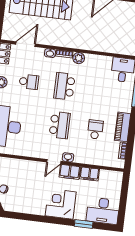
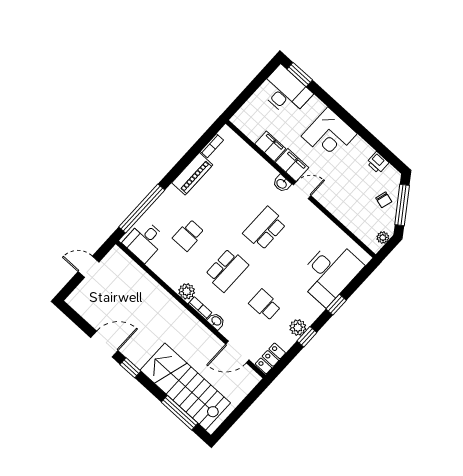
school desk: (95, 130) -> (189, 235), moved
printer: (22, 208) -> (378, 163), added
window: (84, 224) -> (300, 75), moved

